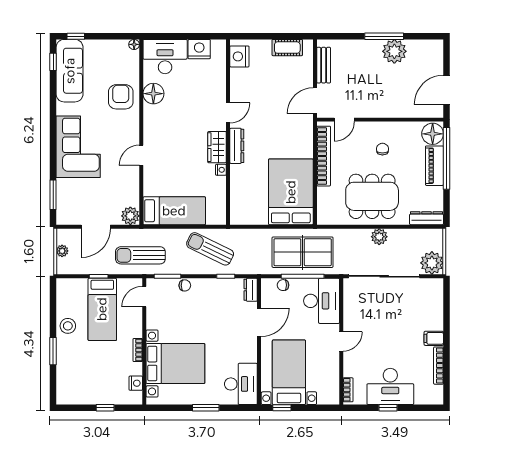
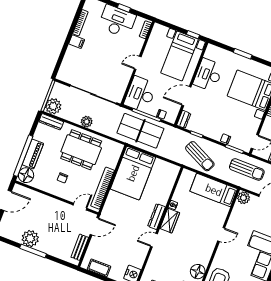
plant: (432, 263) -> (53, 106), moved
desk: (241, 384) -> (208, 75), moved

